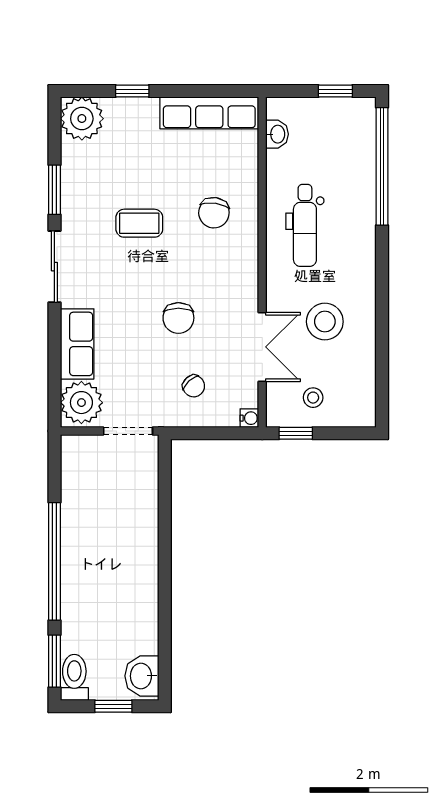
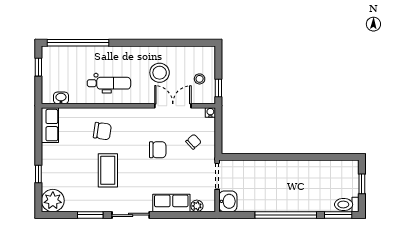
row of seats: (209, 113) -> (50, 125), width x0.68
coffee table: (139, 223) -> (108, 170), width x1.36, depth x1.30
plant: (81, 403) -> (197, 206), width x0.53, depth x0.53
washbasin: (142, 676) -> (228, 201), moved, turned -90

